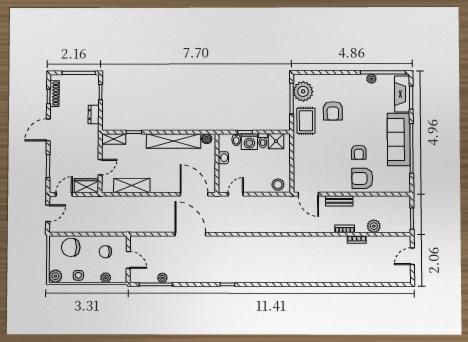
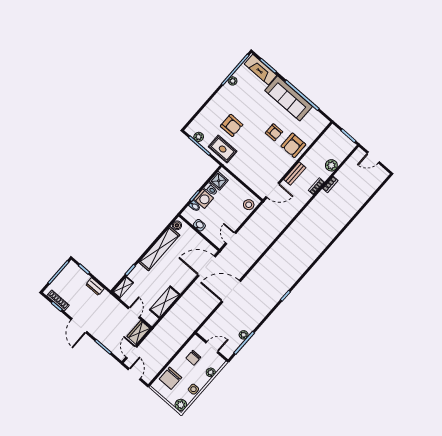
plant: (303, 91) -> (199, 137), width x0.53, depth x0.53
door: (412, 256) -> (373, 157), hinge flipped

